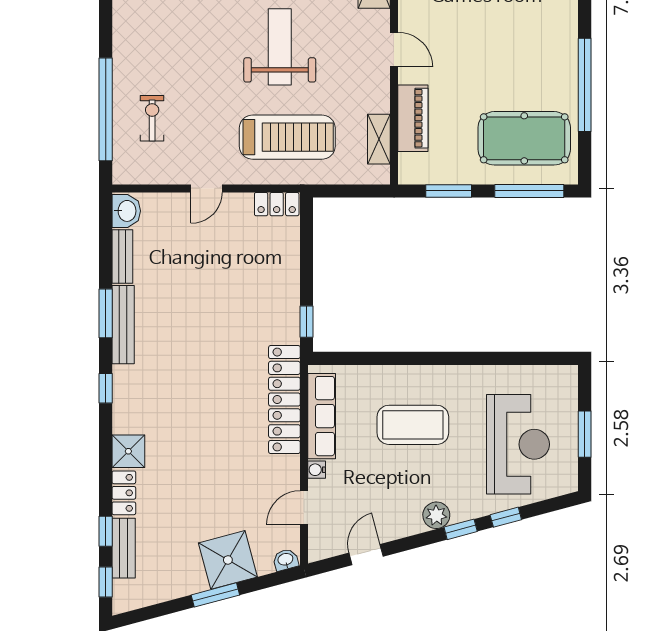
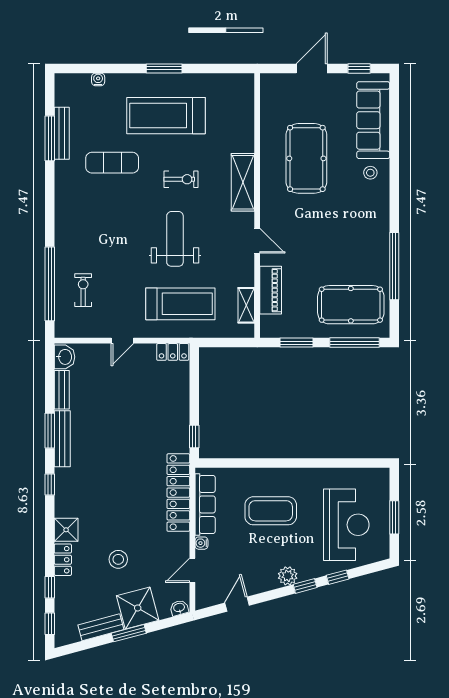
stool: (201, 492) -> (118, 559), added
bench: (124, 548) -> (101, 627), moved, turned 75

